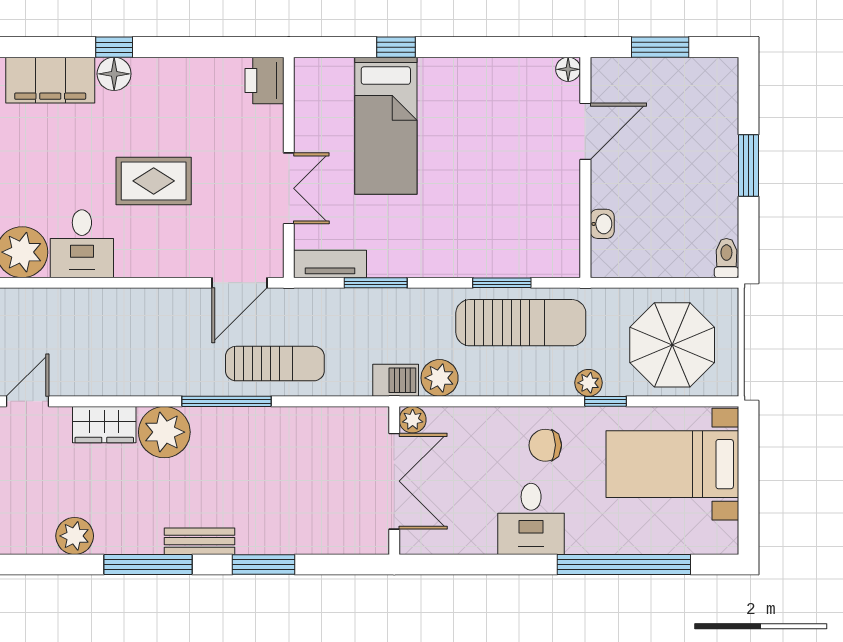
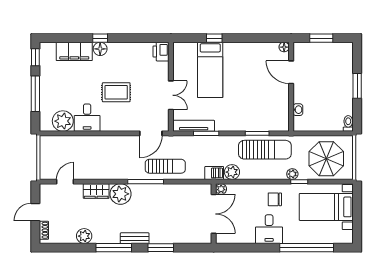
door: (585, 131) -> (291, 72), swing flipped
tv unit: (330, 264) -> (194, 126), width x1.41

